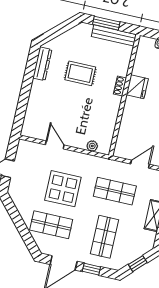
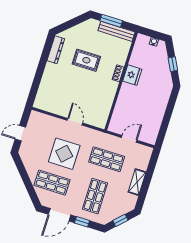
door: (55, 145) -> (75, 122), moved
plant: (92, 146) -> (91, 121), removed

